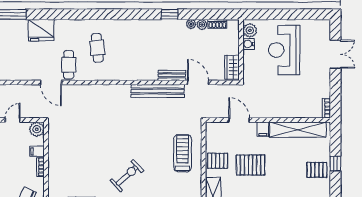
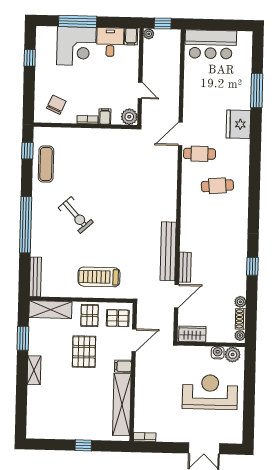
plant: (191, 24) -> (240, 335), moved
treadmill: (183, 153) -> (99, 277), turned 180
pallet: (317, 170) -> (118, 318), moved, turned 90

